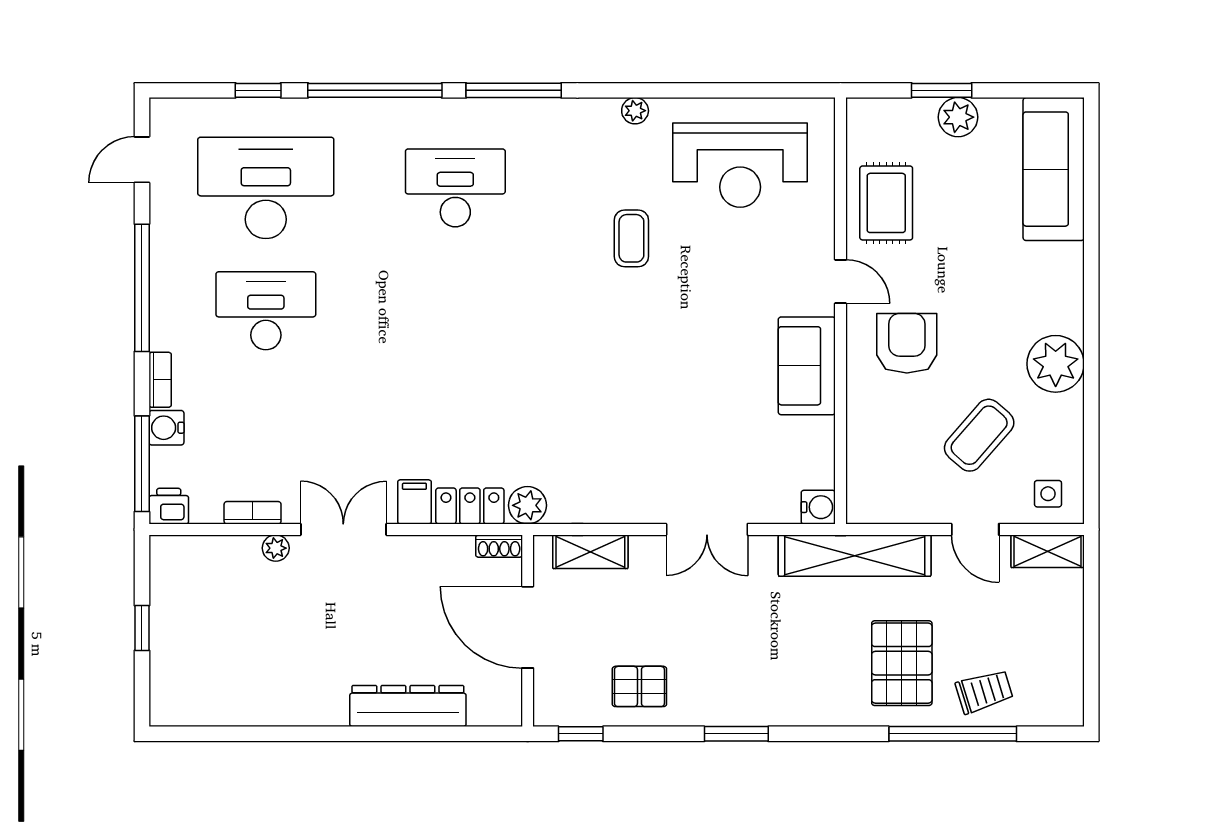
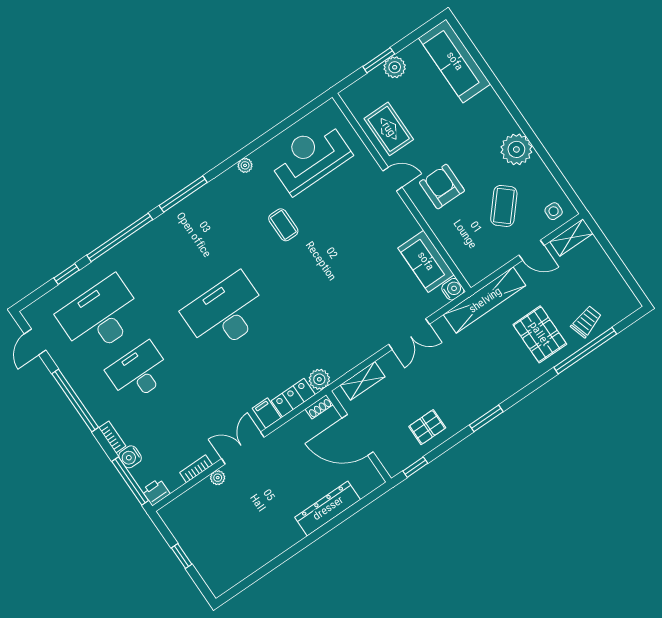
reception desk: (740, 165) -> (310, 157), turned 180
desk: (455, 188) -> (226, 313), moved, width x1.36, depth x1.30
sofa: (807, 366) -> (426, 261), moved

